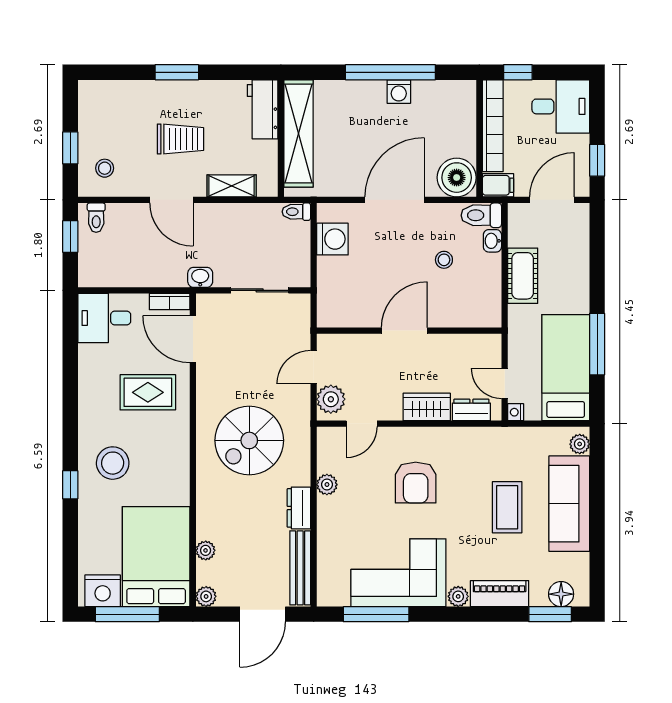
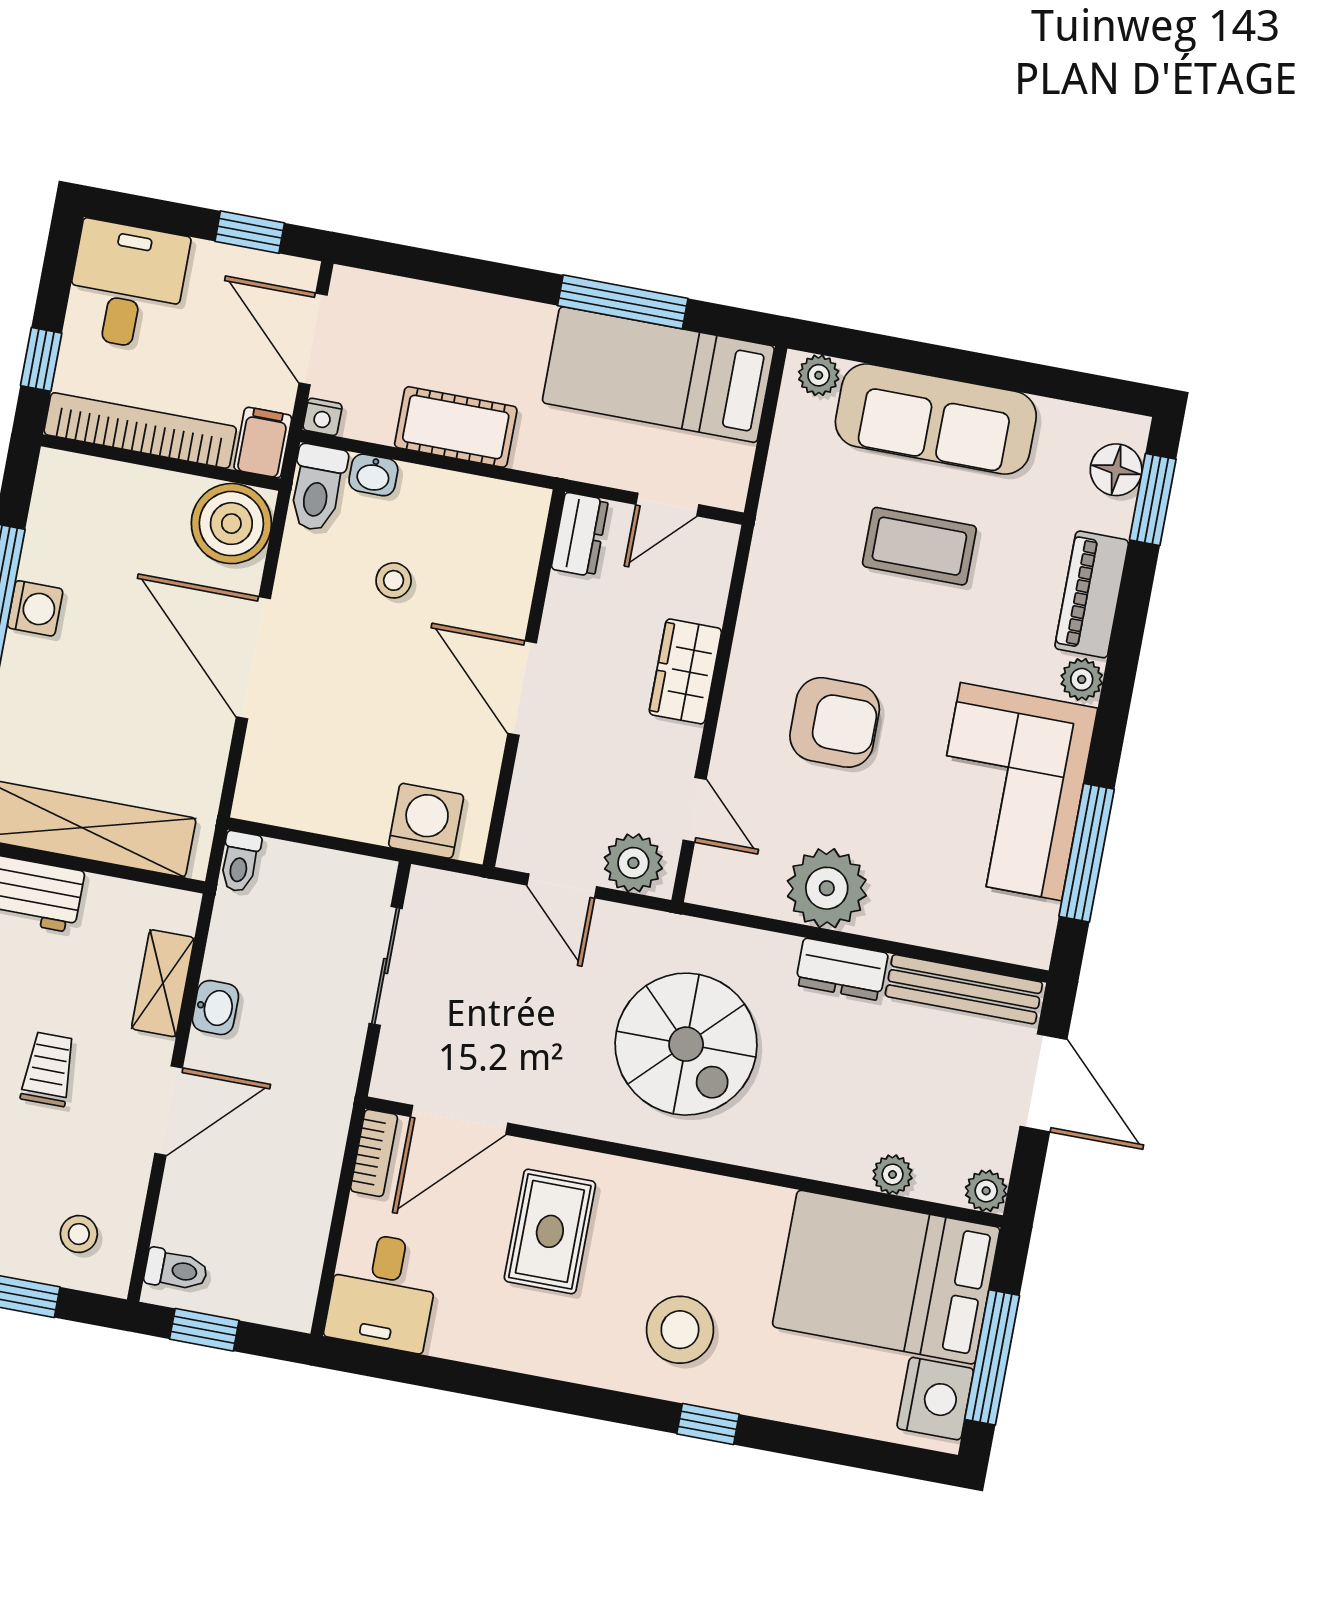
trolley: (180, 139) -> (48, 1069), width x0.73, depth x0.72
washing machine: (332, 239) -> (426, 821), moved
washbasin: (200, 277) -> (215, 1008), moved, turned 180
dresser: (471, 410) -> (580, 534), moved, turned 180
nightstand: (516, 412) -> (323, 417), moved
plant: (327, 485) -> (827, 888), width x1.87, depth x1.87

